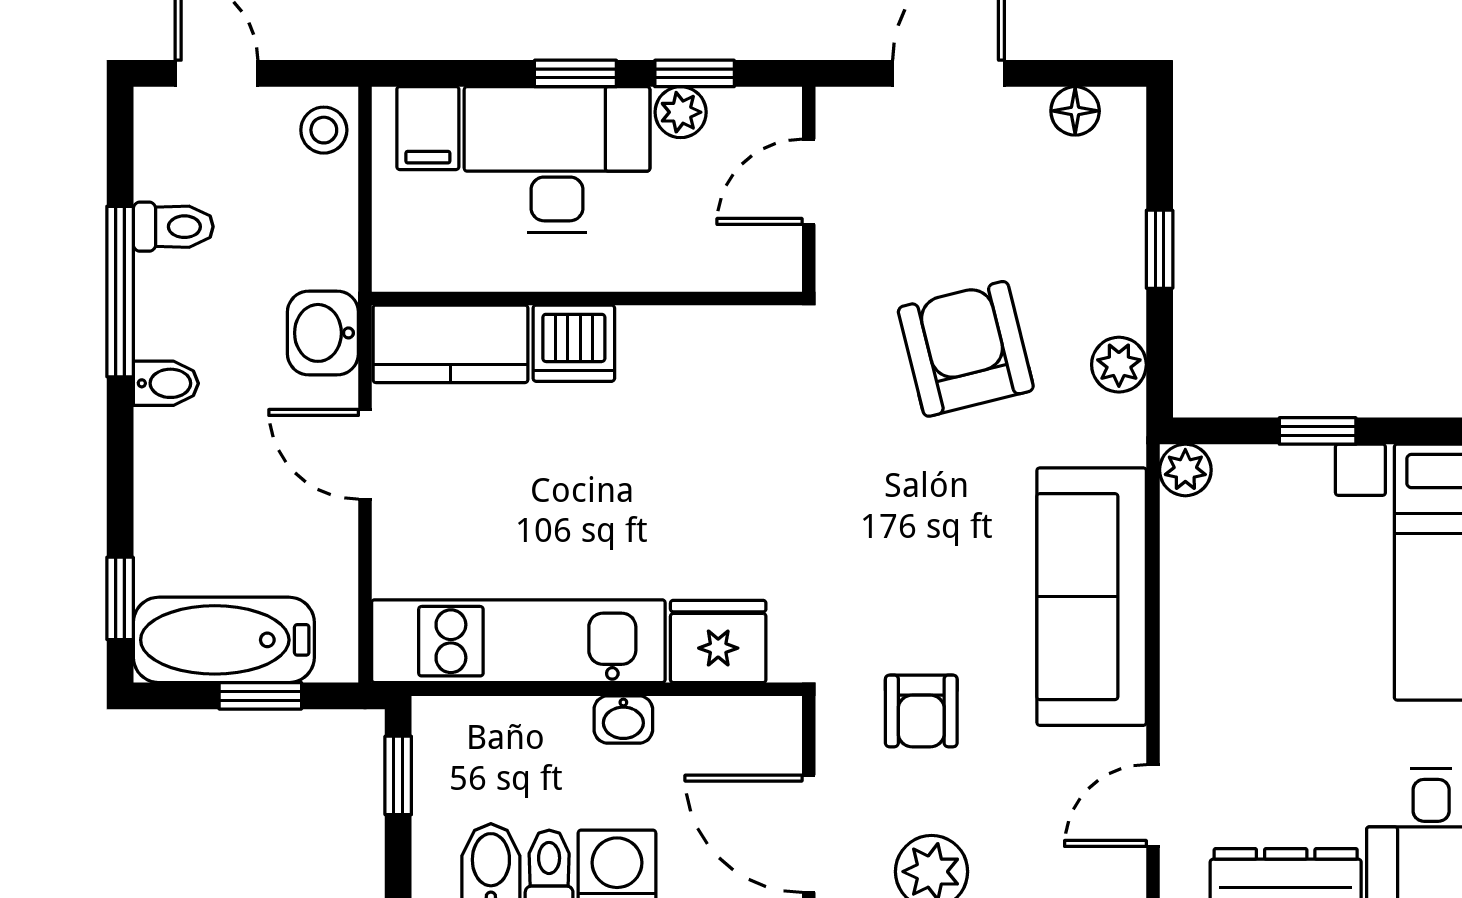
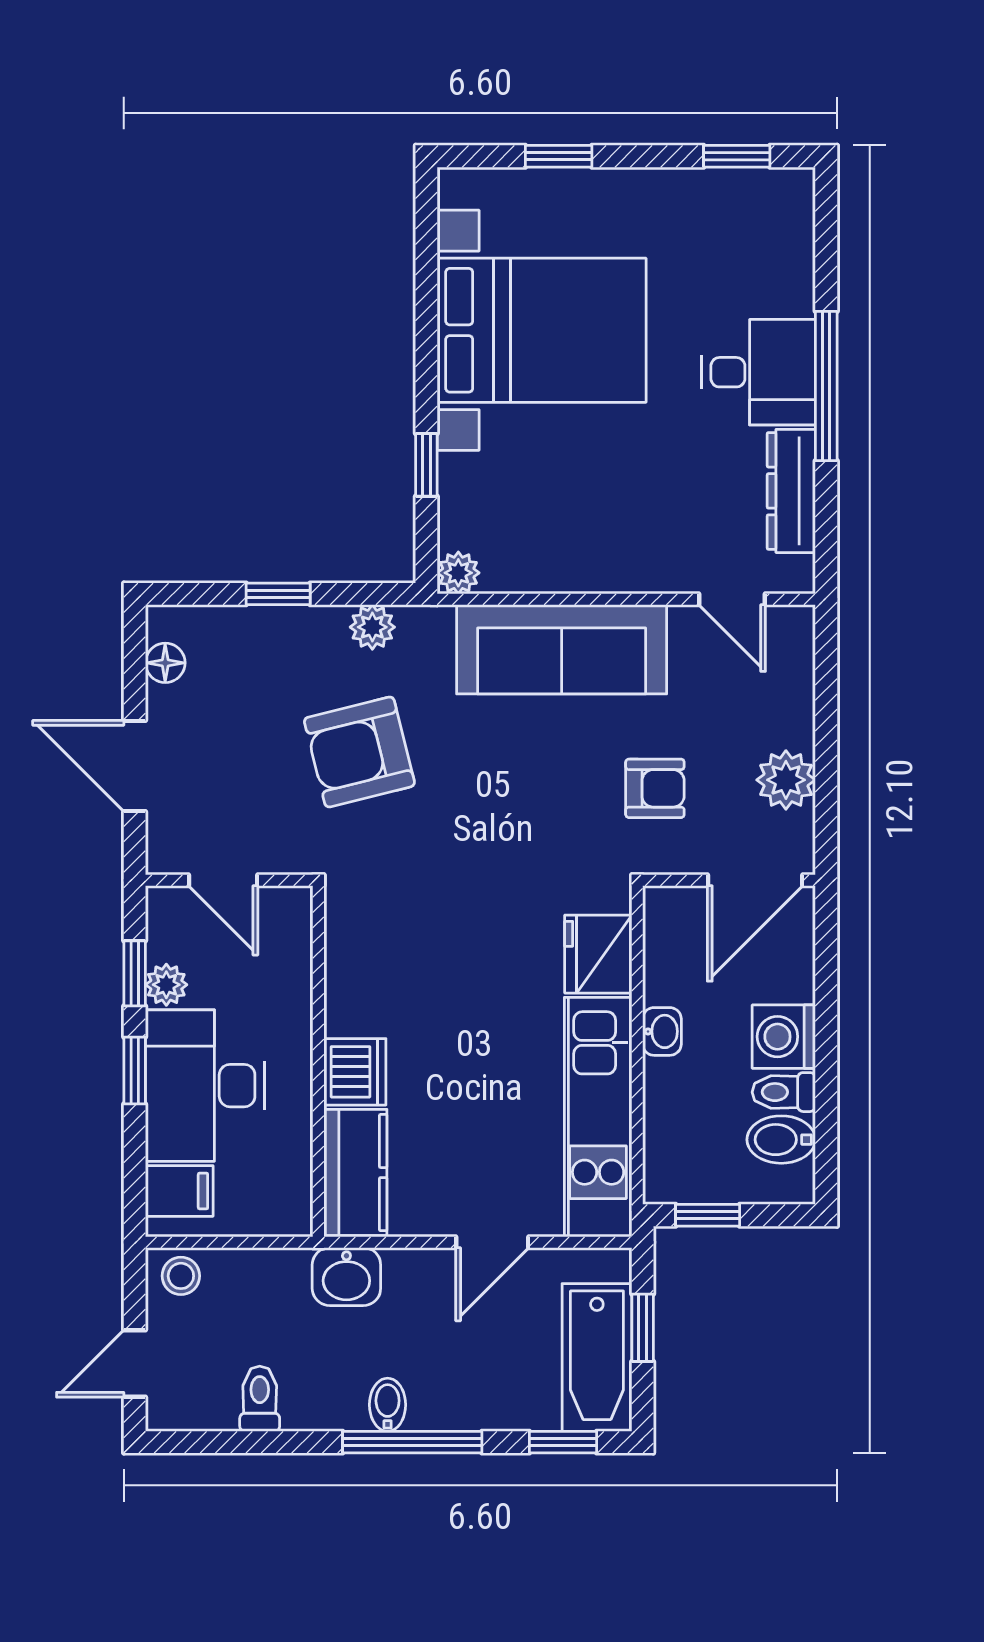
window: (120, 292) -> (412, 1442), moved
door: (365, 454) -> (492, 1242), moved

